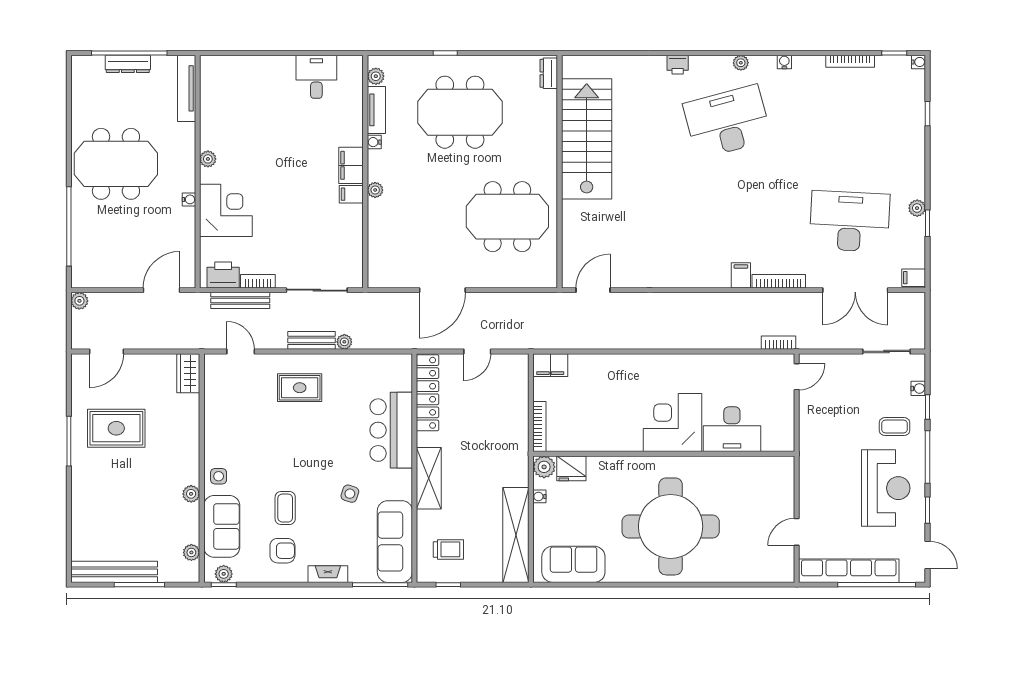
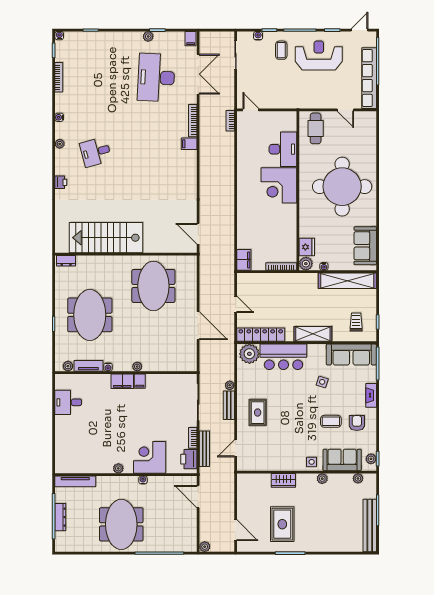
desk: (727, 122) -> (96, 152), width x0.53, depth x0.77
wardrobe: (188, 373) -> (283, 480), moved
plant: (396, 374) -> (249, 354), added
cafe table: (766, 483) -> (316, 128), added

